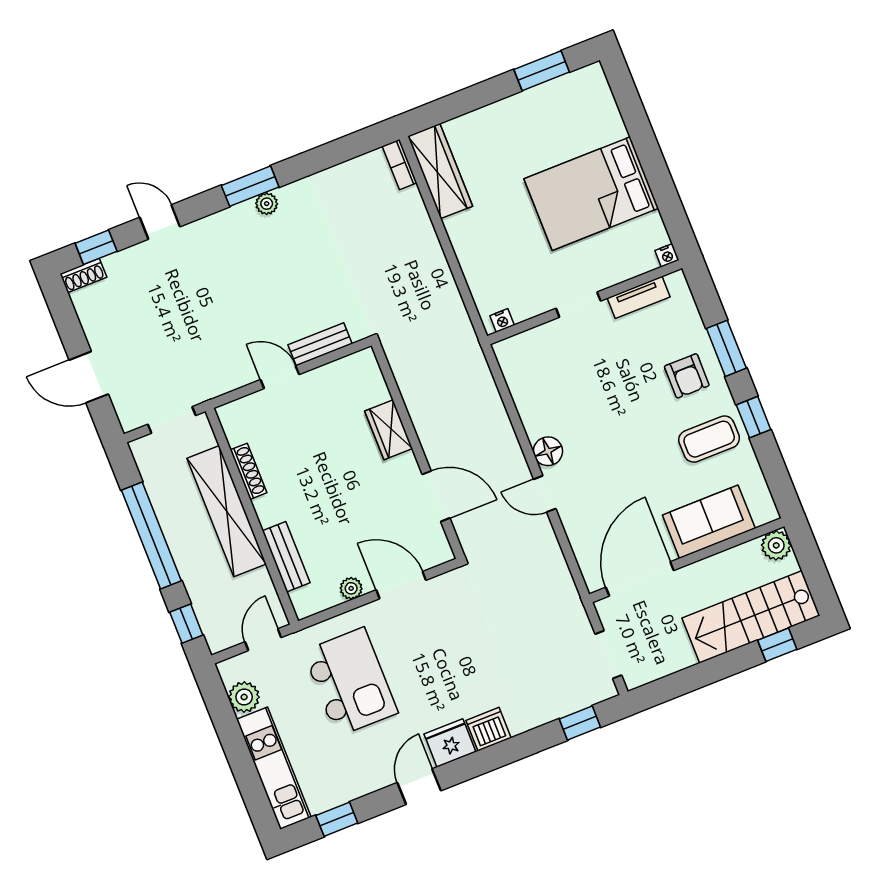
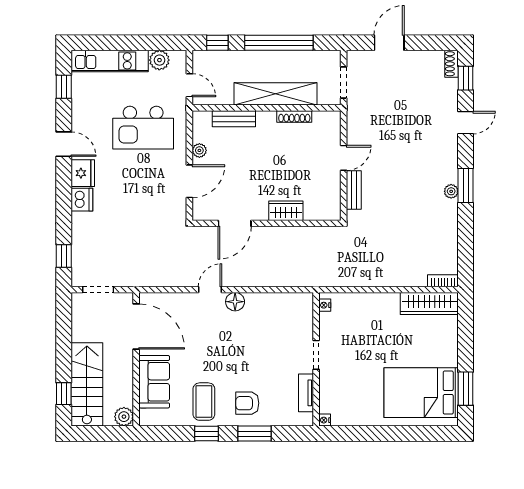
bed: (591, 194) -> (421, 393), moved, turned -90

